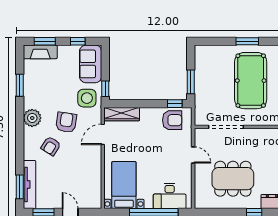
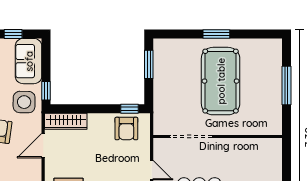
window: (191, 82) -> (149, 64), moved
armchair: (172, 120) -> (126, 129), turned 90

